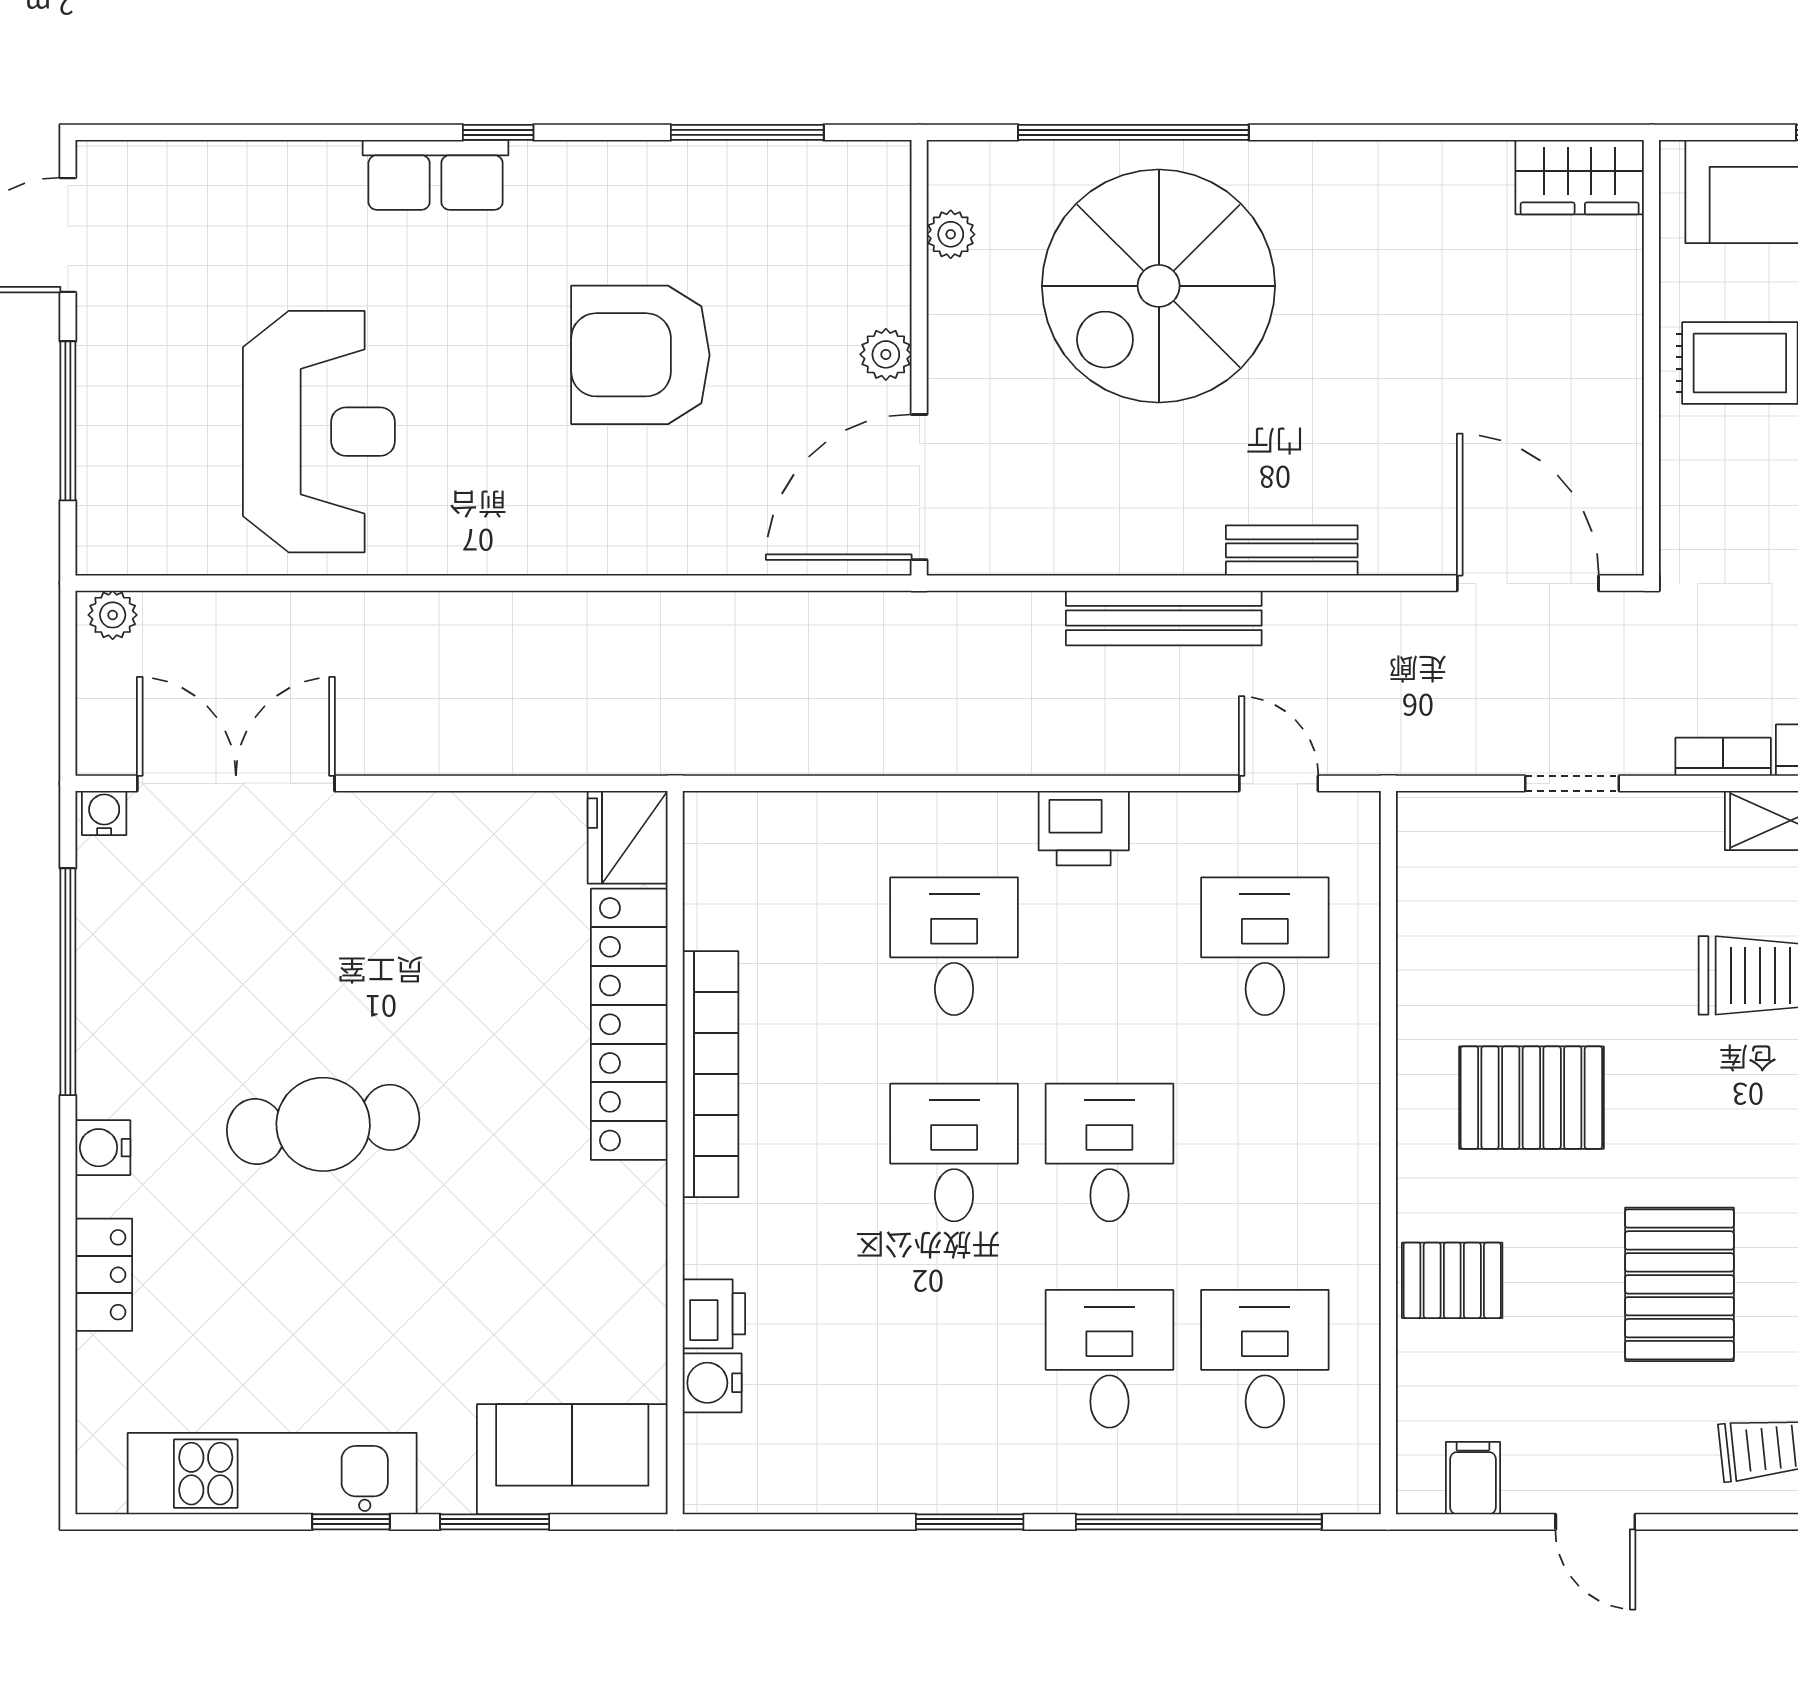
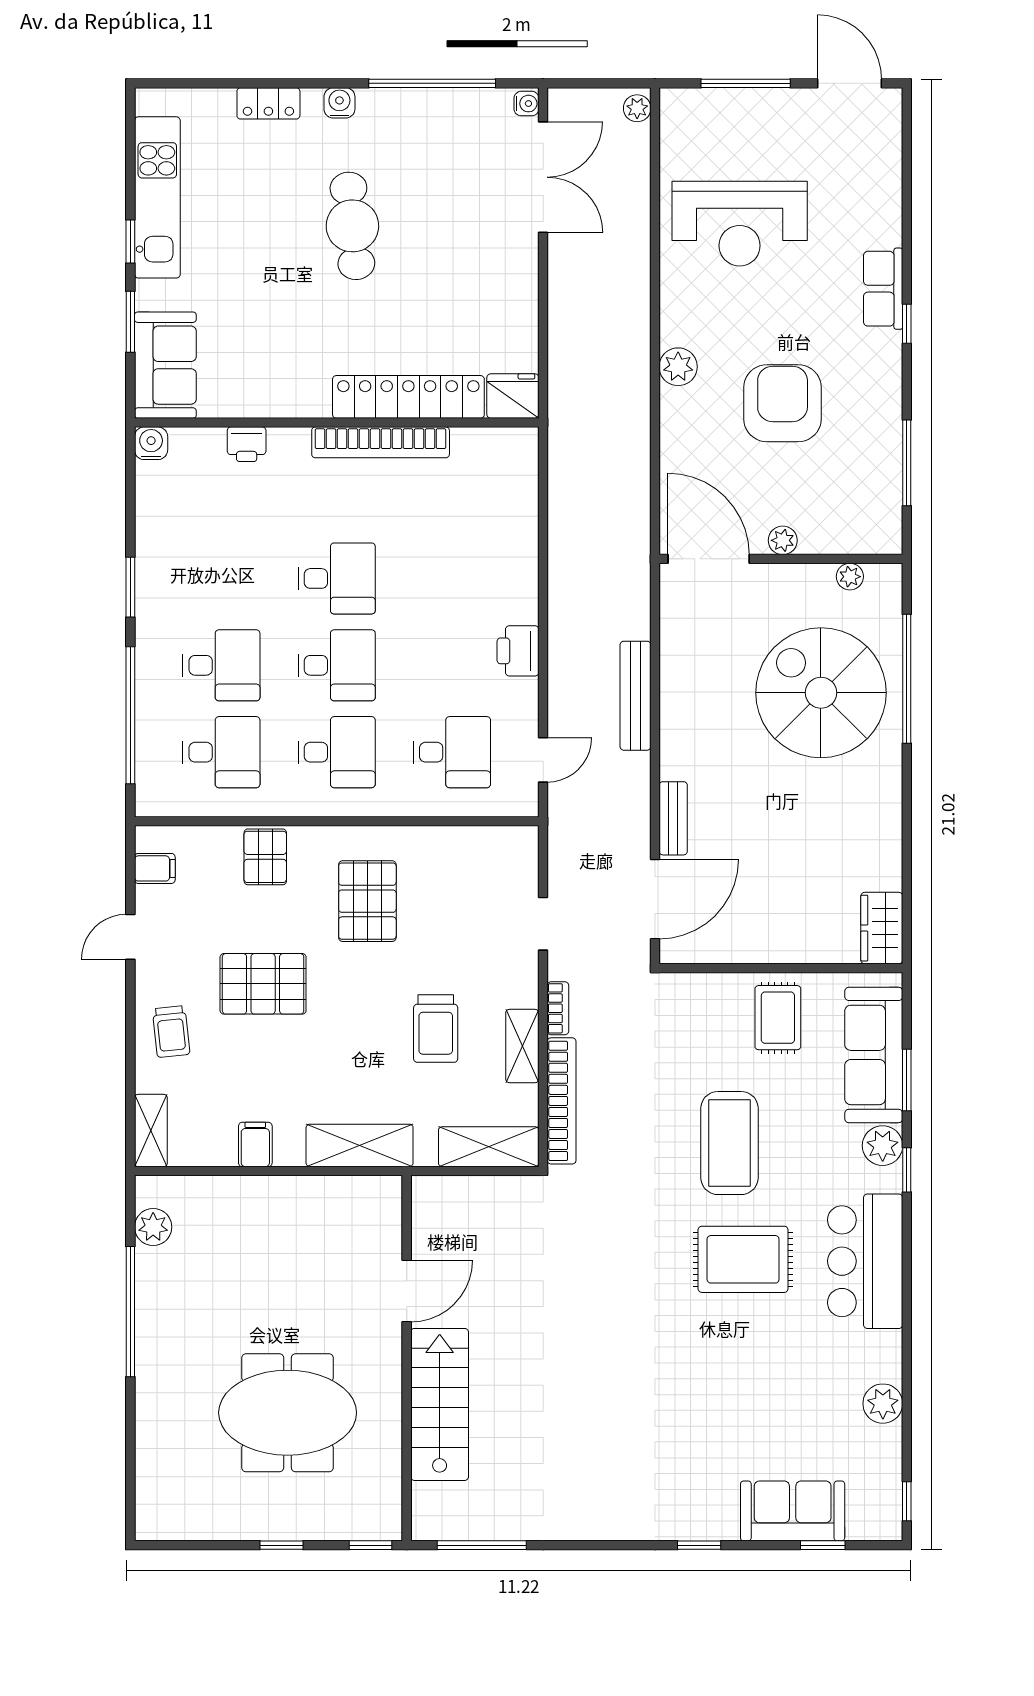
plant: (575, 542) -> (678, 367), added
bench: (1292, 550) -> (673, 818), moved
desk: (954, 946) -> (337, 752), moved
water cooler: (712, 1383) -> (151, 443), moved

